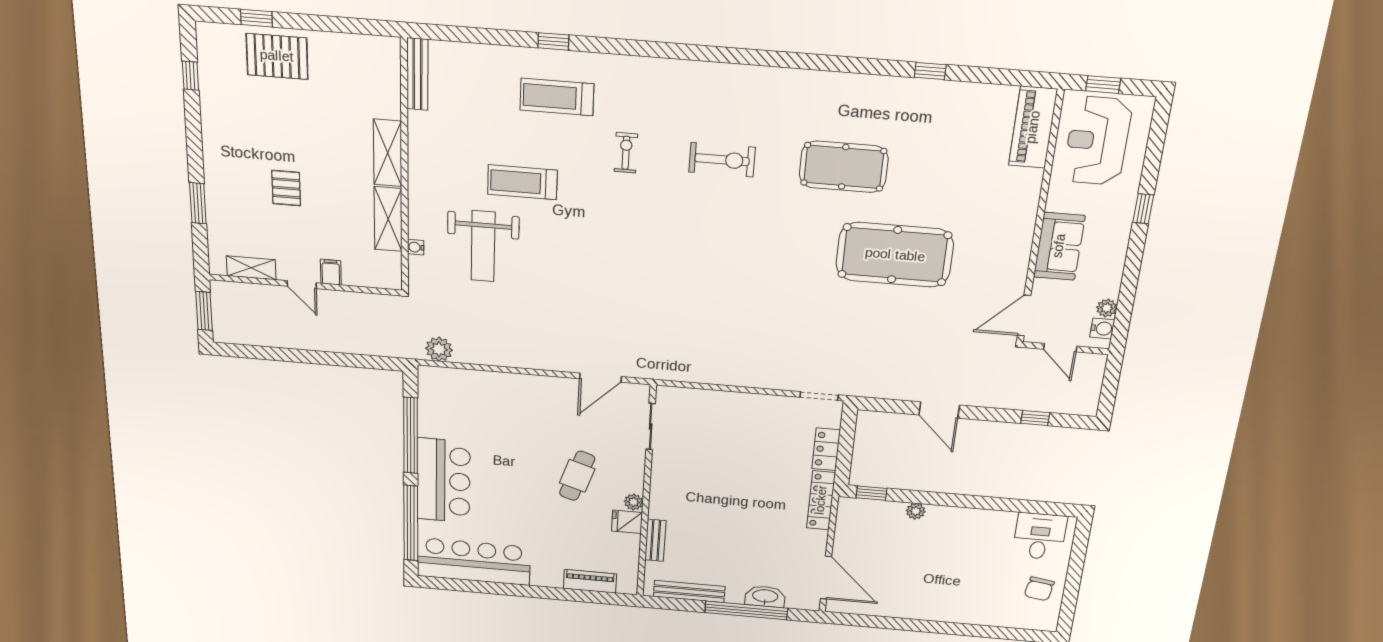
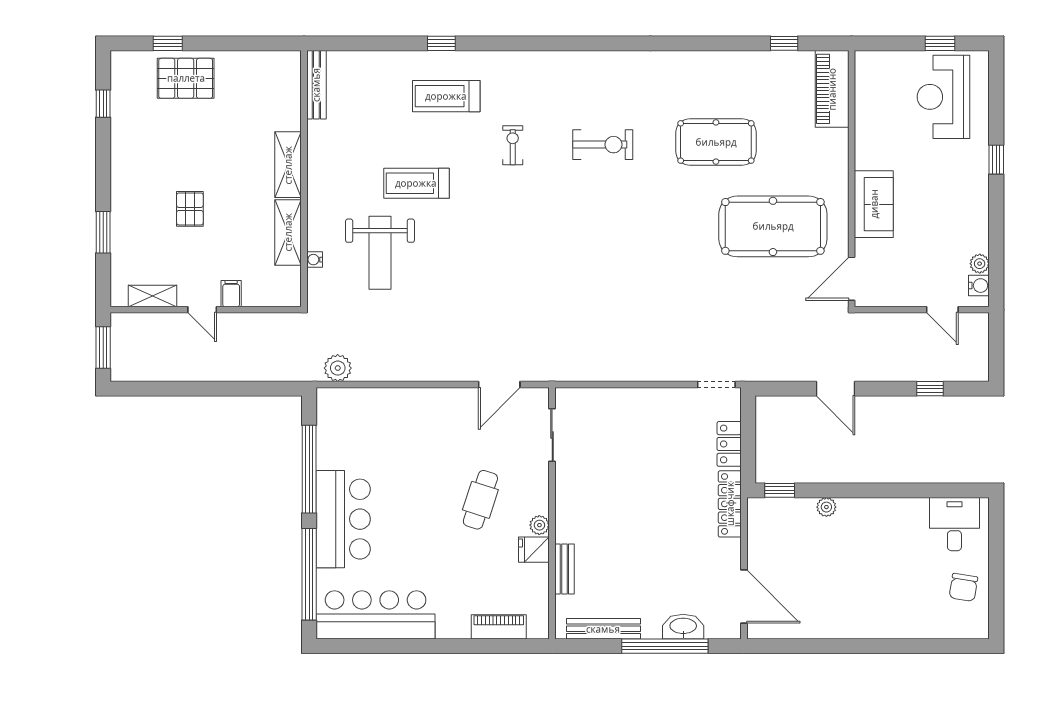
piano: (1033, 127) -> (832, 89), moved
wall: (1040, 219) -> (852, 179), moved
sofa: (1059, 246) -> (874, 204), moved
door: (1024, 316) -> (852, 279), moved

